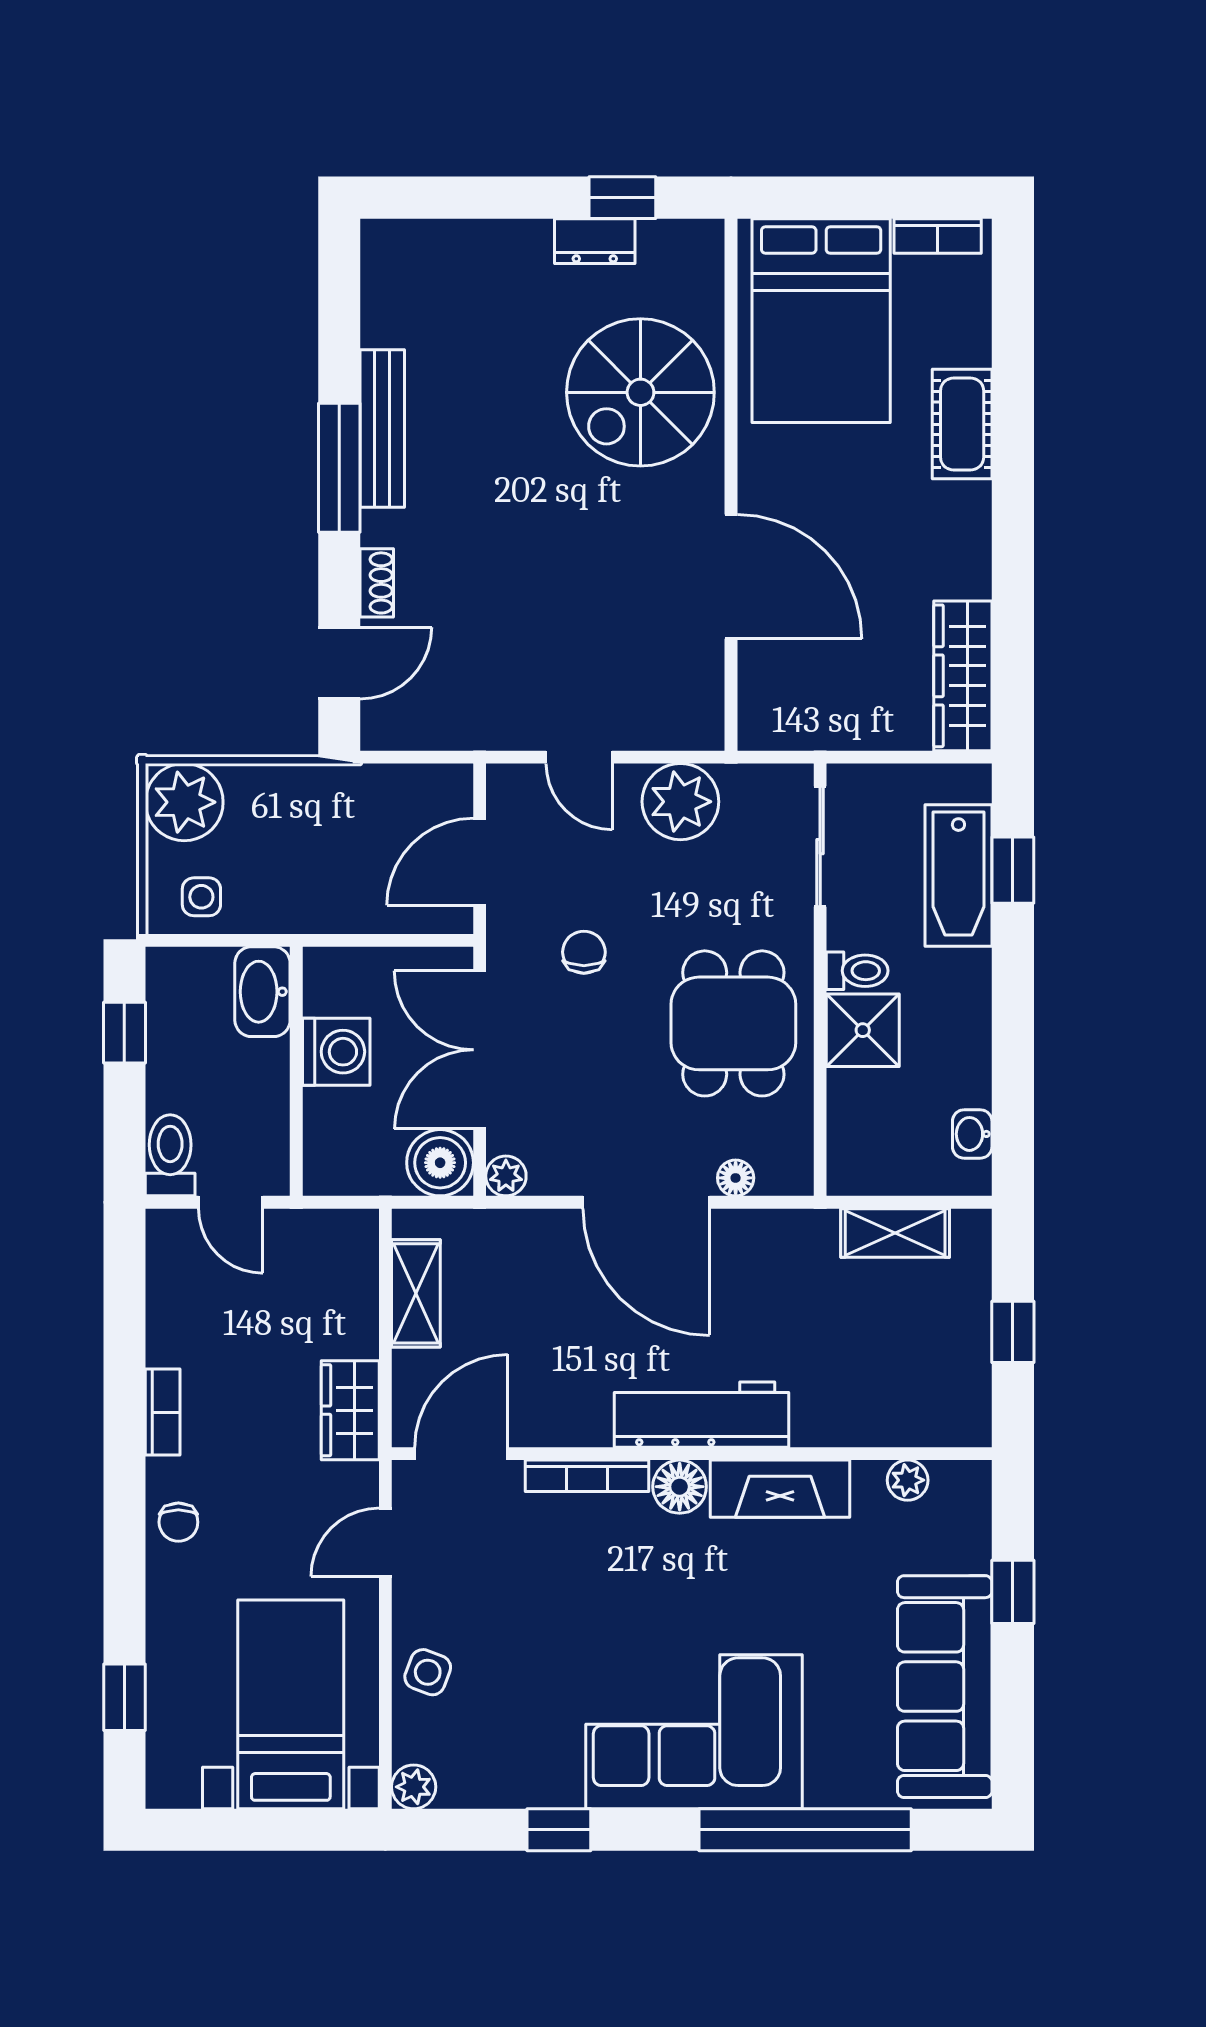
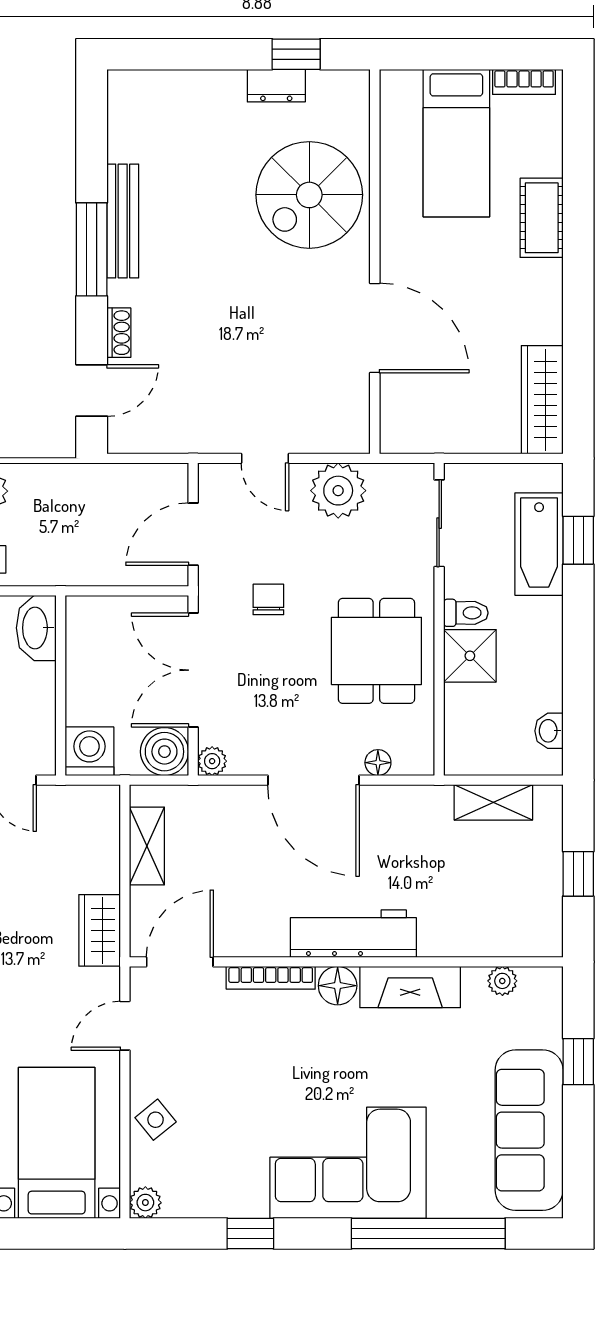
bed: (821, 321) -> (456, 143), width x0.67
washing machine: (336, 1052) -> (89, 751), moved, turned -90
side table: (428, 1672) -> (156, 1120), turned 30

